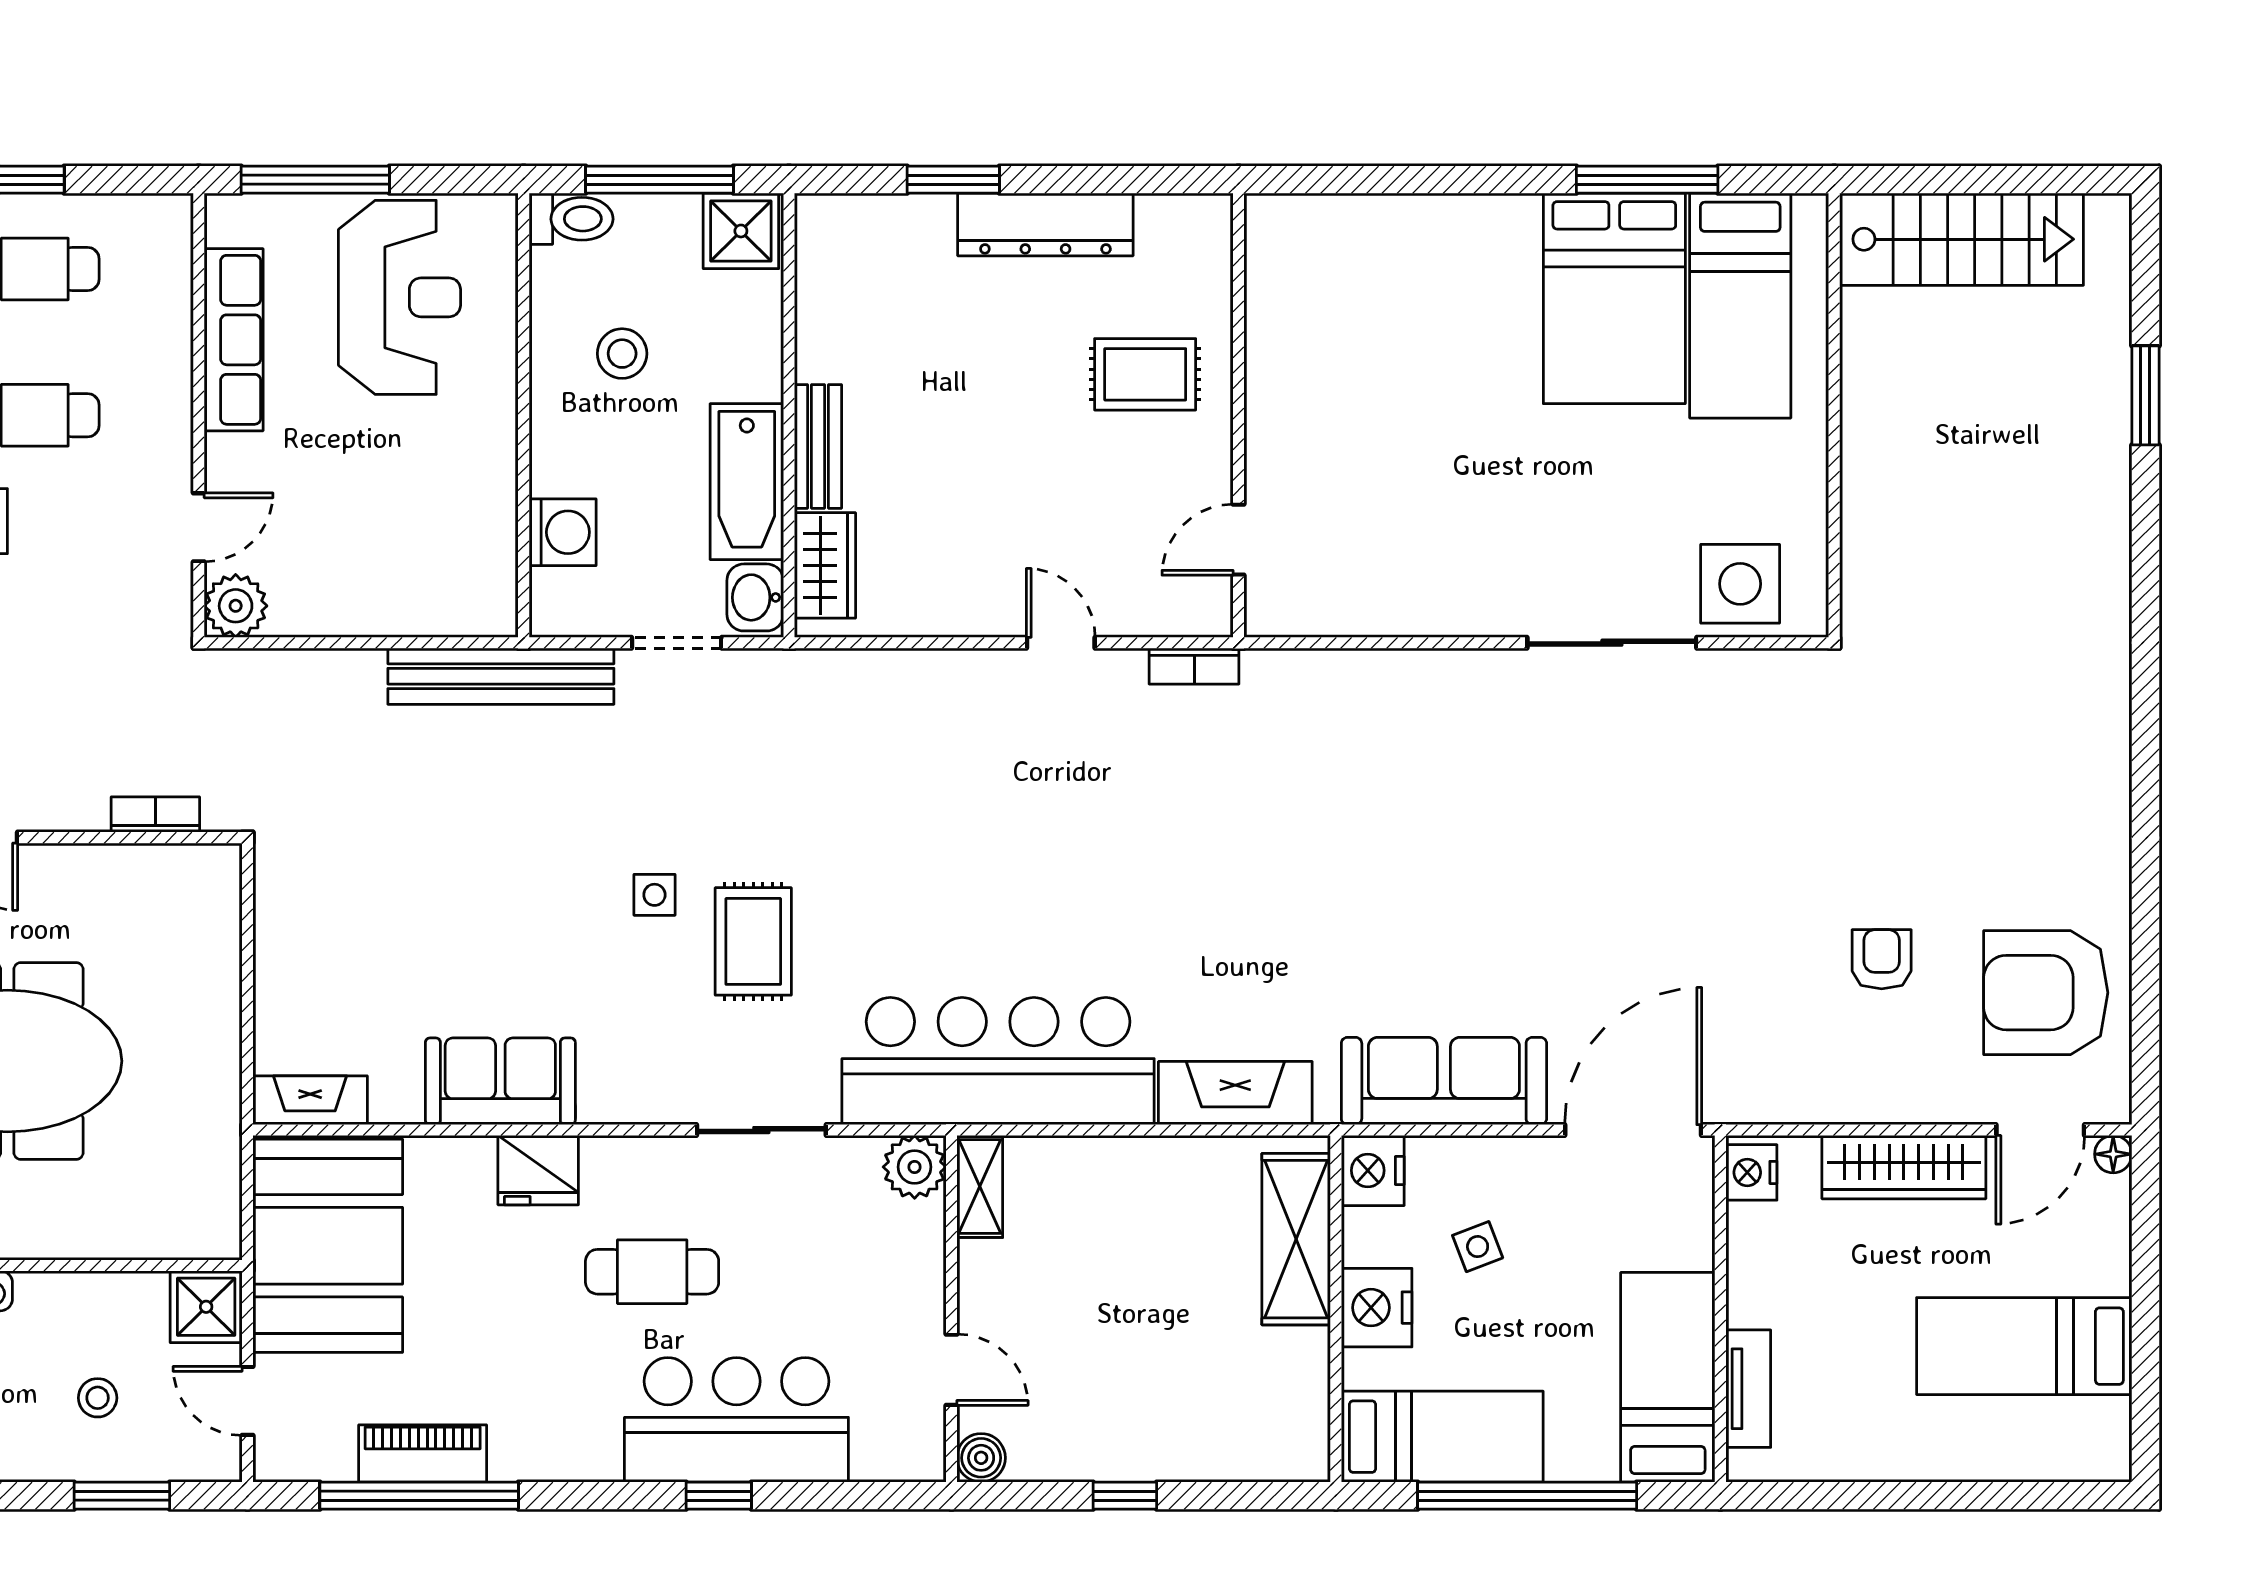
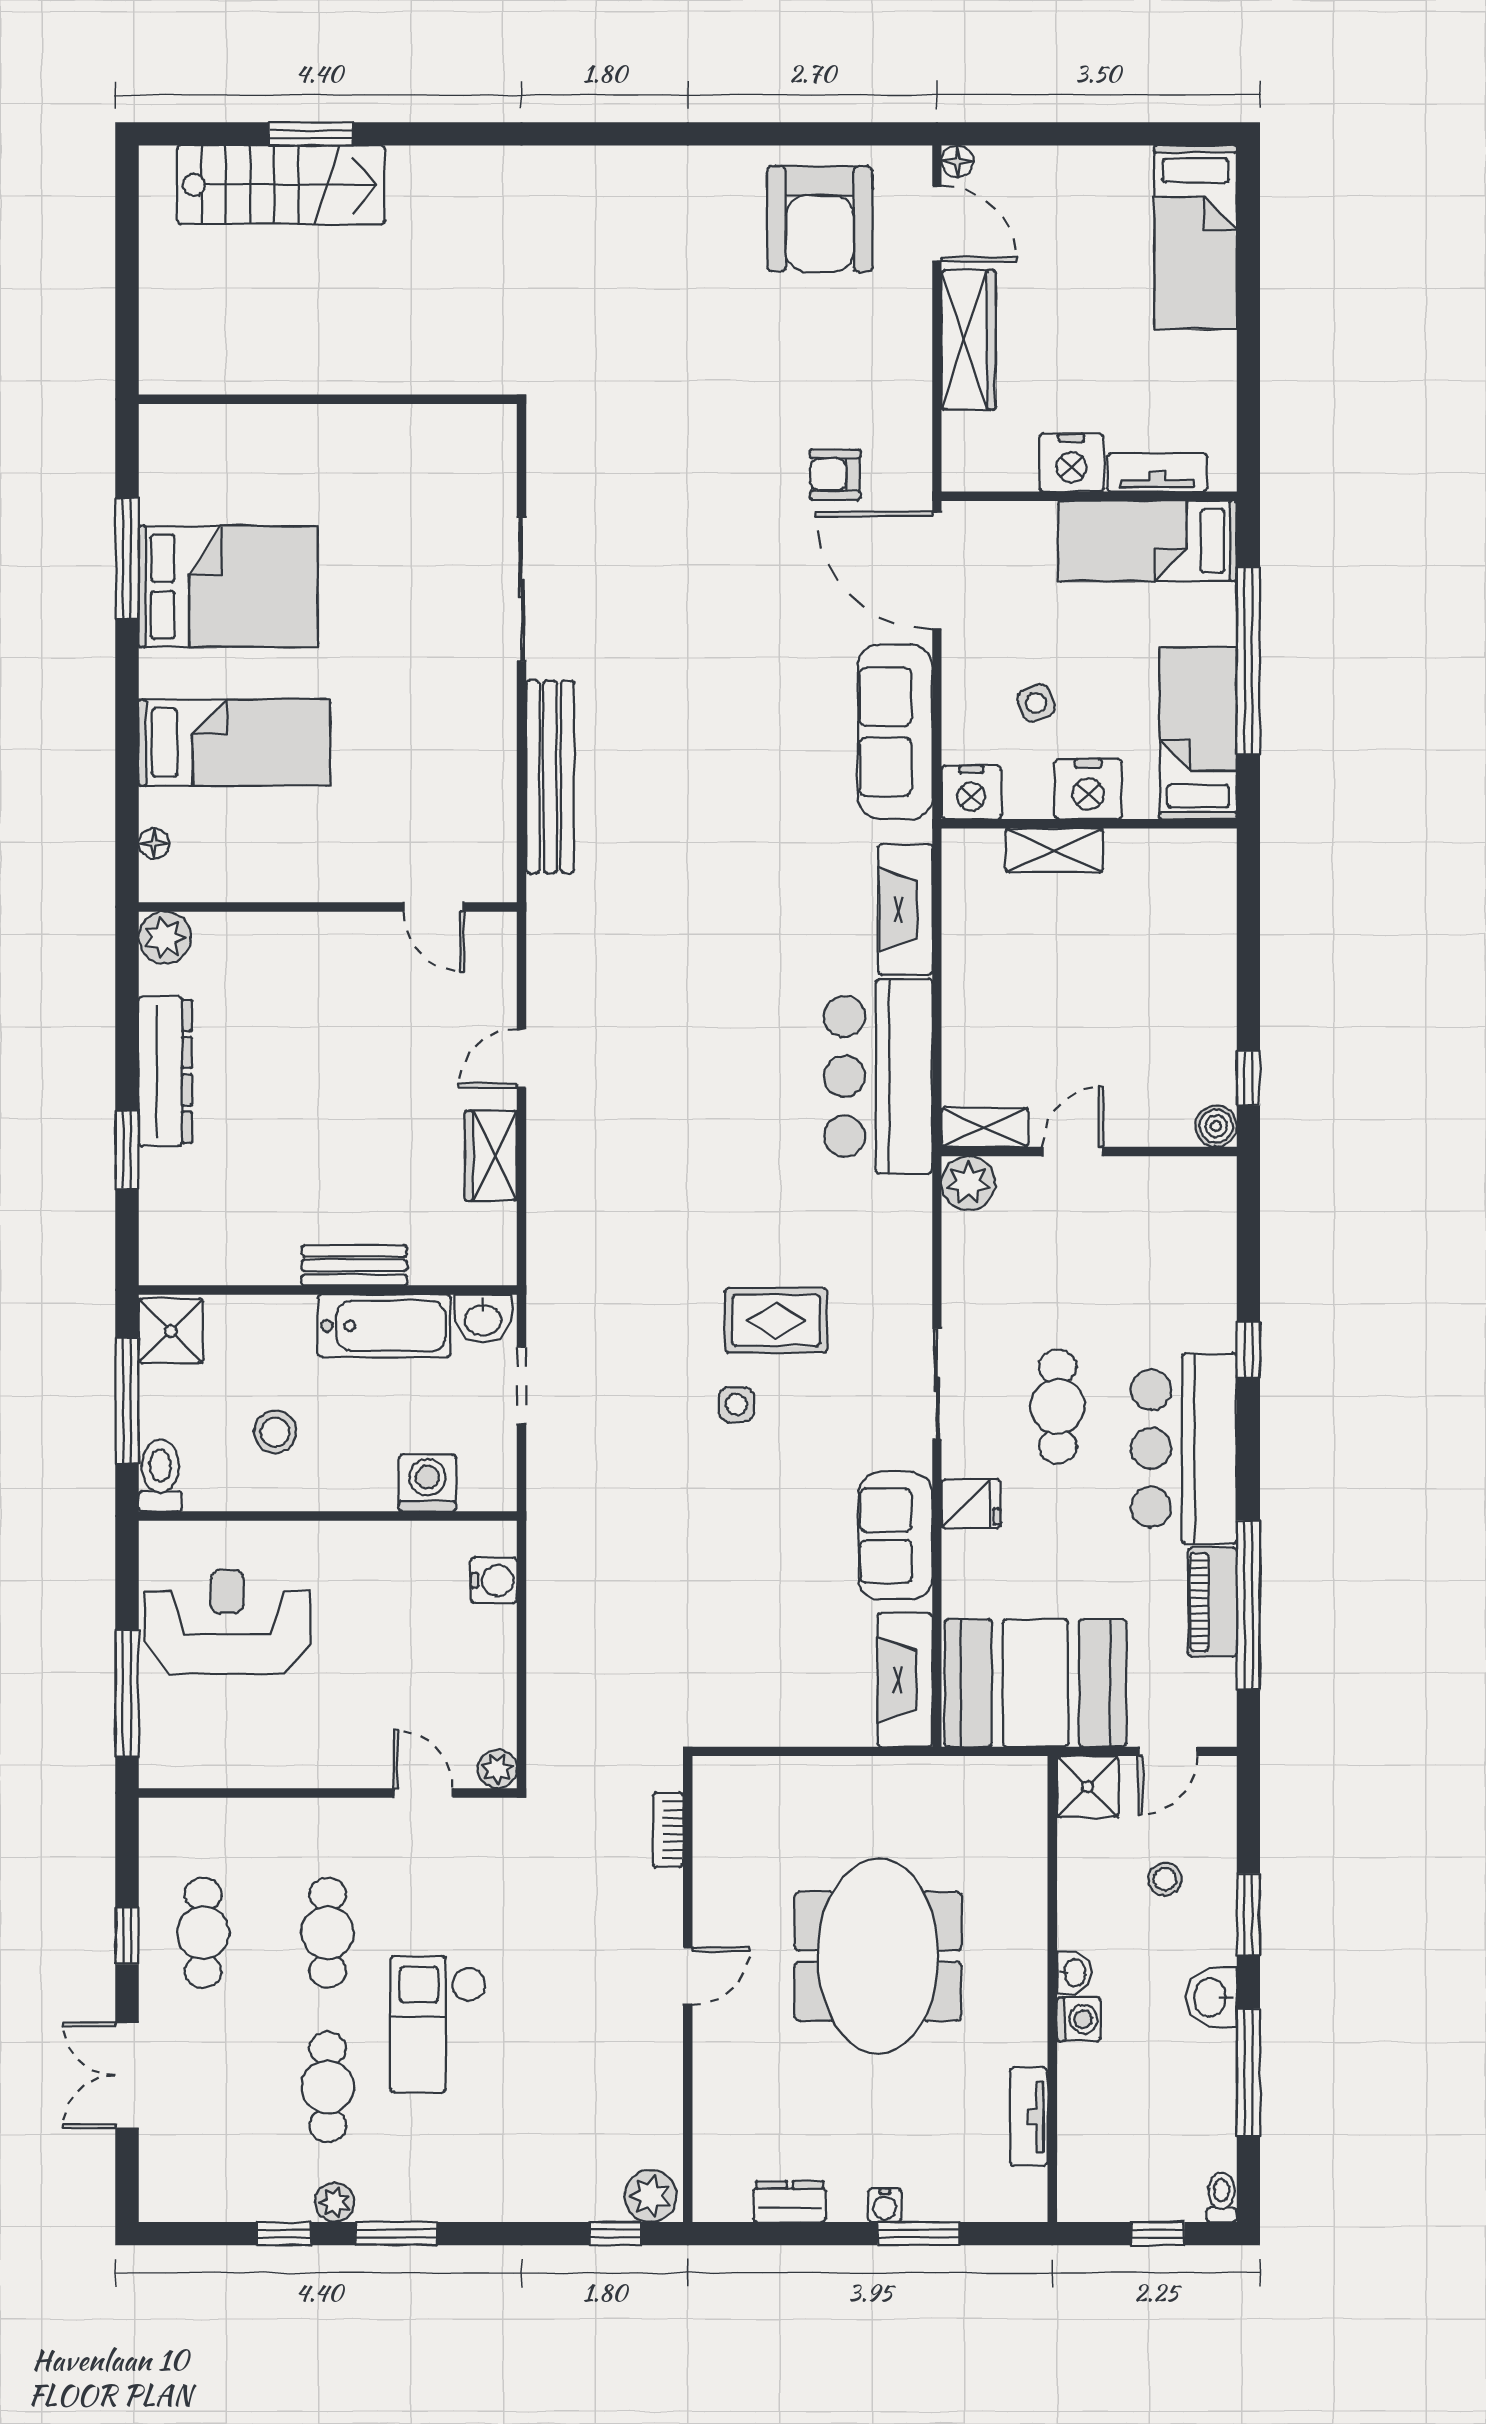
floor lamp: (1313, 211) -> (154, 844), added
plant: (1202, 224) -> (165, 938), added
stairs: (1961, 239) -> (281, 185), moved, turned 90
bed: (1740, 306) -> (234, 743), moved
row of seats: (234, 340) -> (263, 1763), removed
rug: (1145, 374) -> (293, 986), removed
wardrobe: (825, 565) -> (491, 1156), moved, turned -90
side table: (1740, 584) -> (471, 479), removed
plant: (236, 606) -> (497, 1769), width x0.73, depth x0.73
water cooler: (448, 610) -> (494, 1580), added
bookcase: (1194, 666) -> (541, 945), removed
bench: (501, 676) -> (550, 777), moved
armchair: (1882, 959) -> (835, 475), moved
bar counter: (998, 1061) -> (878, 1076), width x0.73
fireplace: (310, 1100) -> (905, 1680), width x1.37, depth x1.32
sliding door: (761, 1130) -> (937, 1384), moved
fridge: (538, 1170) -> (971, 1504), width x0.72
nightstand: (1751, 1172) -> (1071, 463), moved, width x1.36, depth x1.33
shelving: (1296, 1239) -> (1054, 850), width x0.67, depth x0.75
bed: (2024, 1346) -> (1196, 237), moved
door: (951, 1370) -> (1073, 1151), moved
bar counter: (736, 1420) -> (1184, 1448), moved
window: (122, 1496) -> (1248, 1915), moved
window: (1125, 1496) -> (1248, 1078), moved

